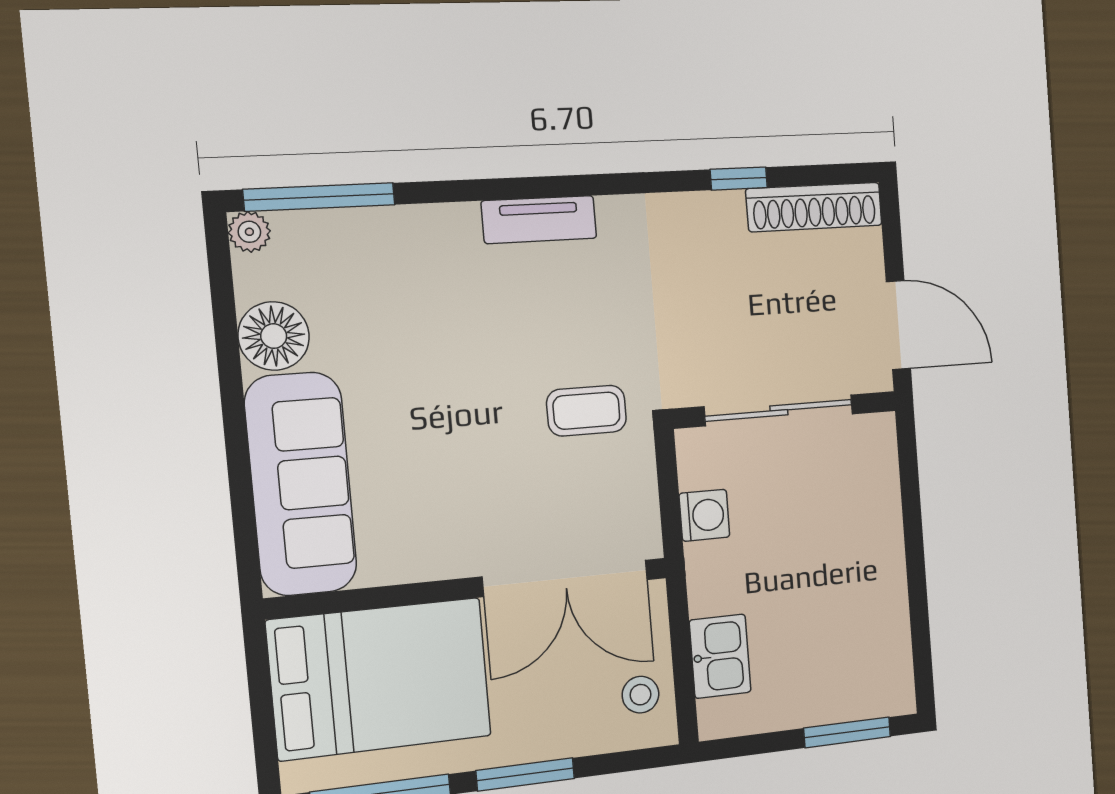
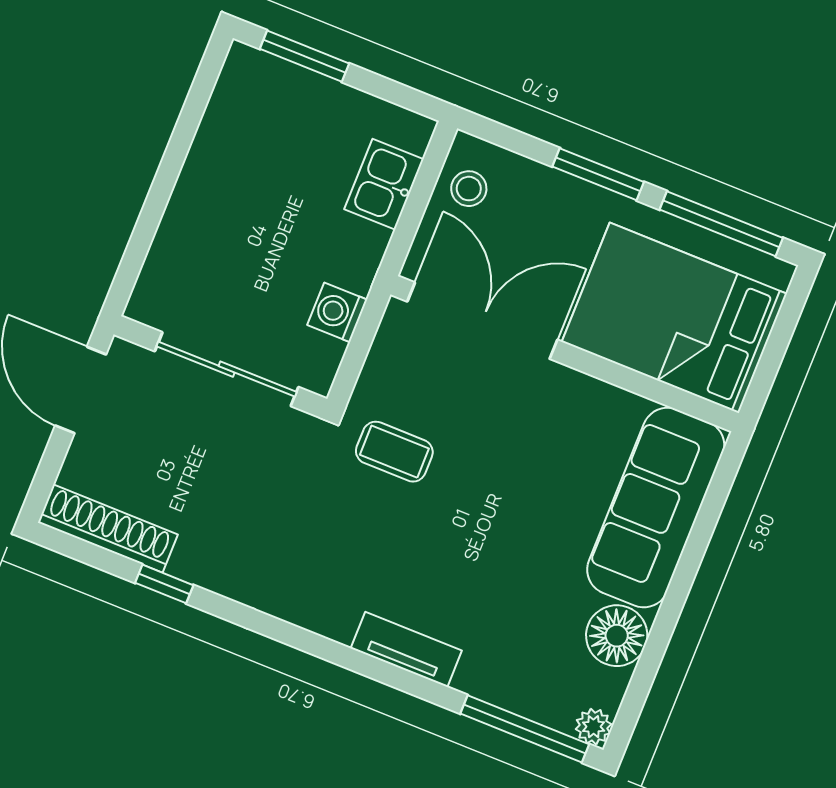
tv unit: (539, 220) -> (406, 649), moved

